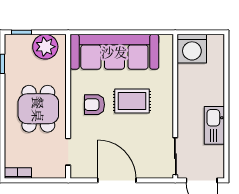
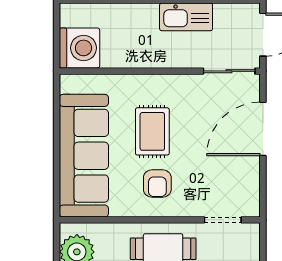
door: (117, 180) -> (263, 129), moved

